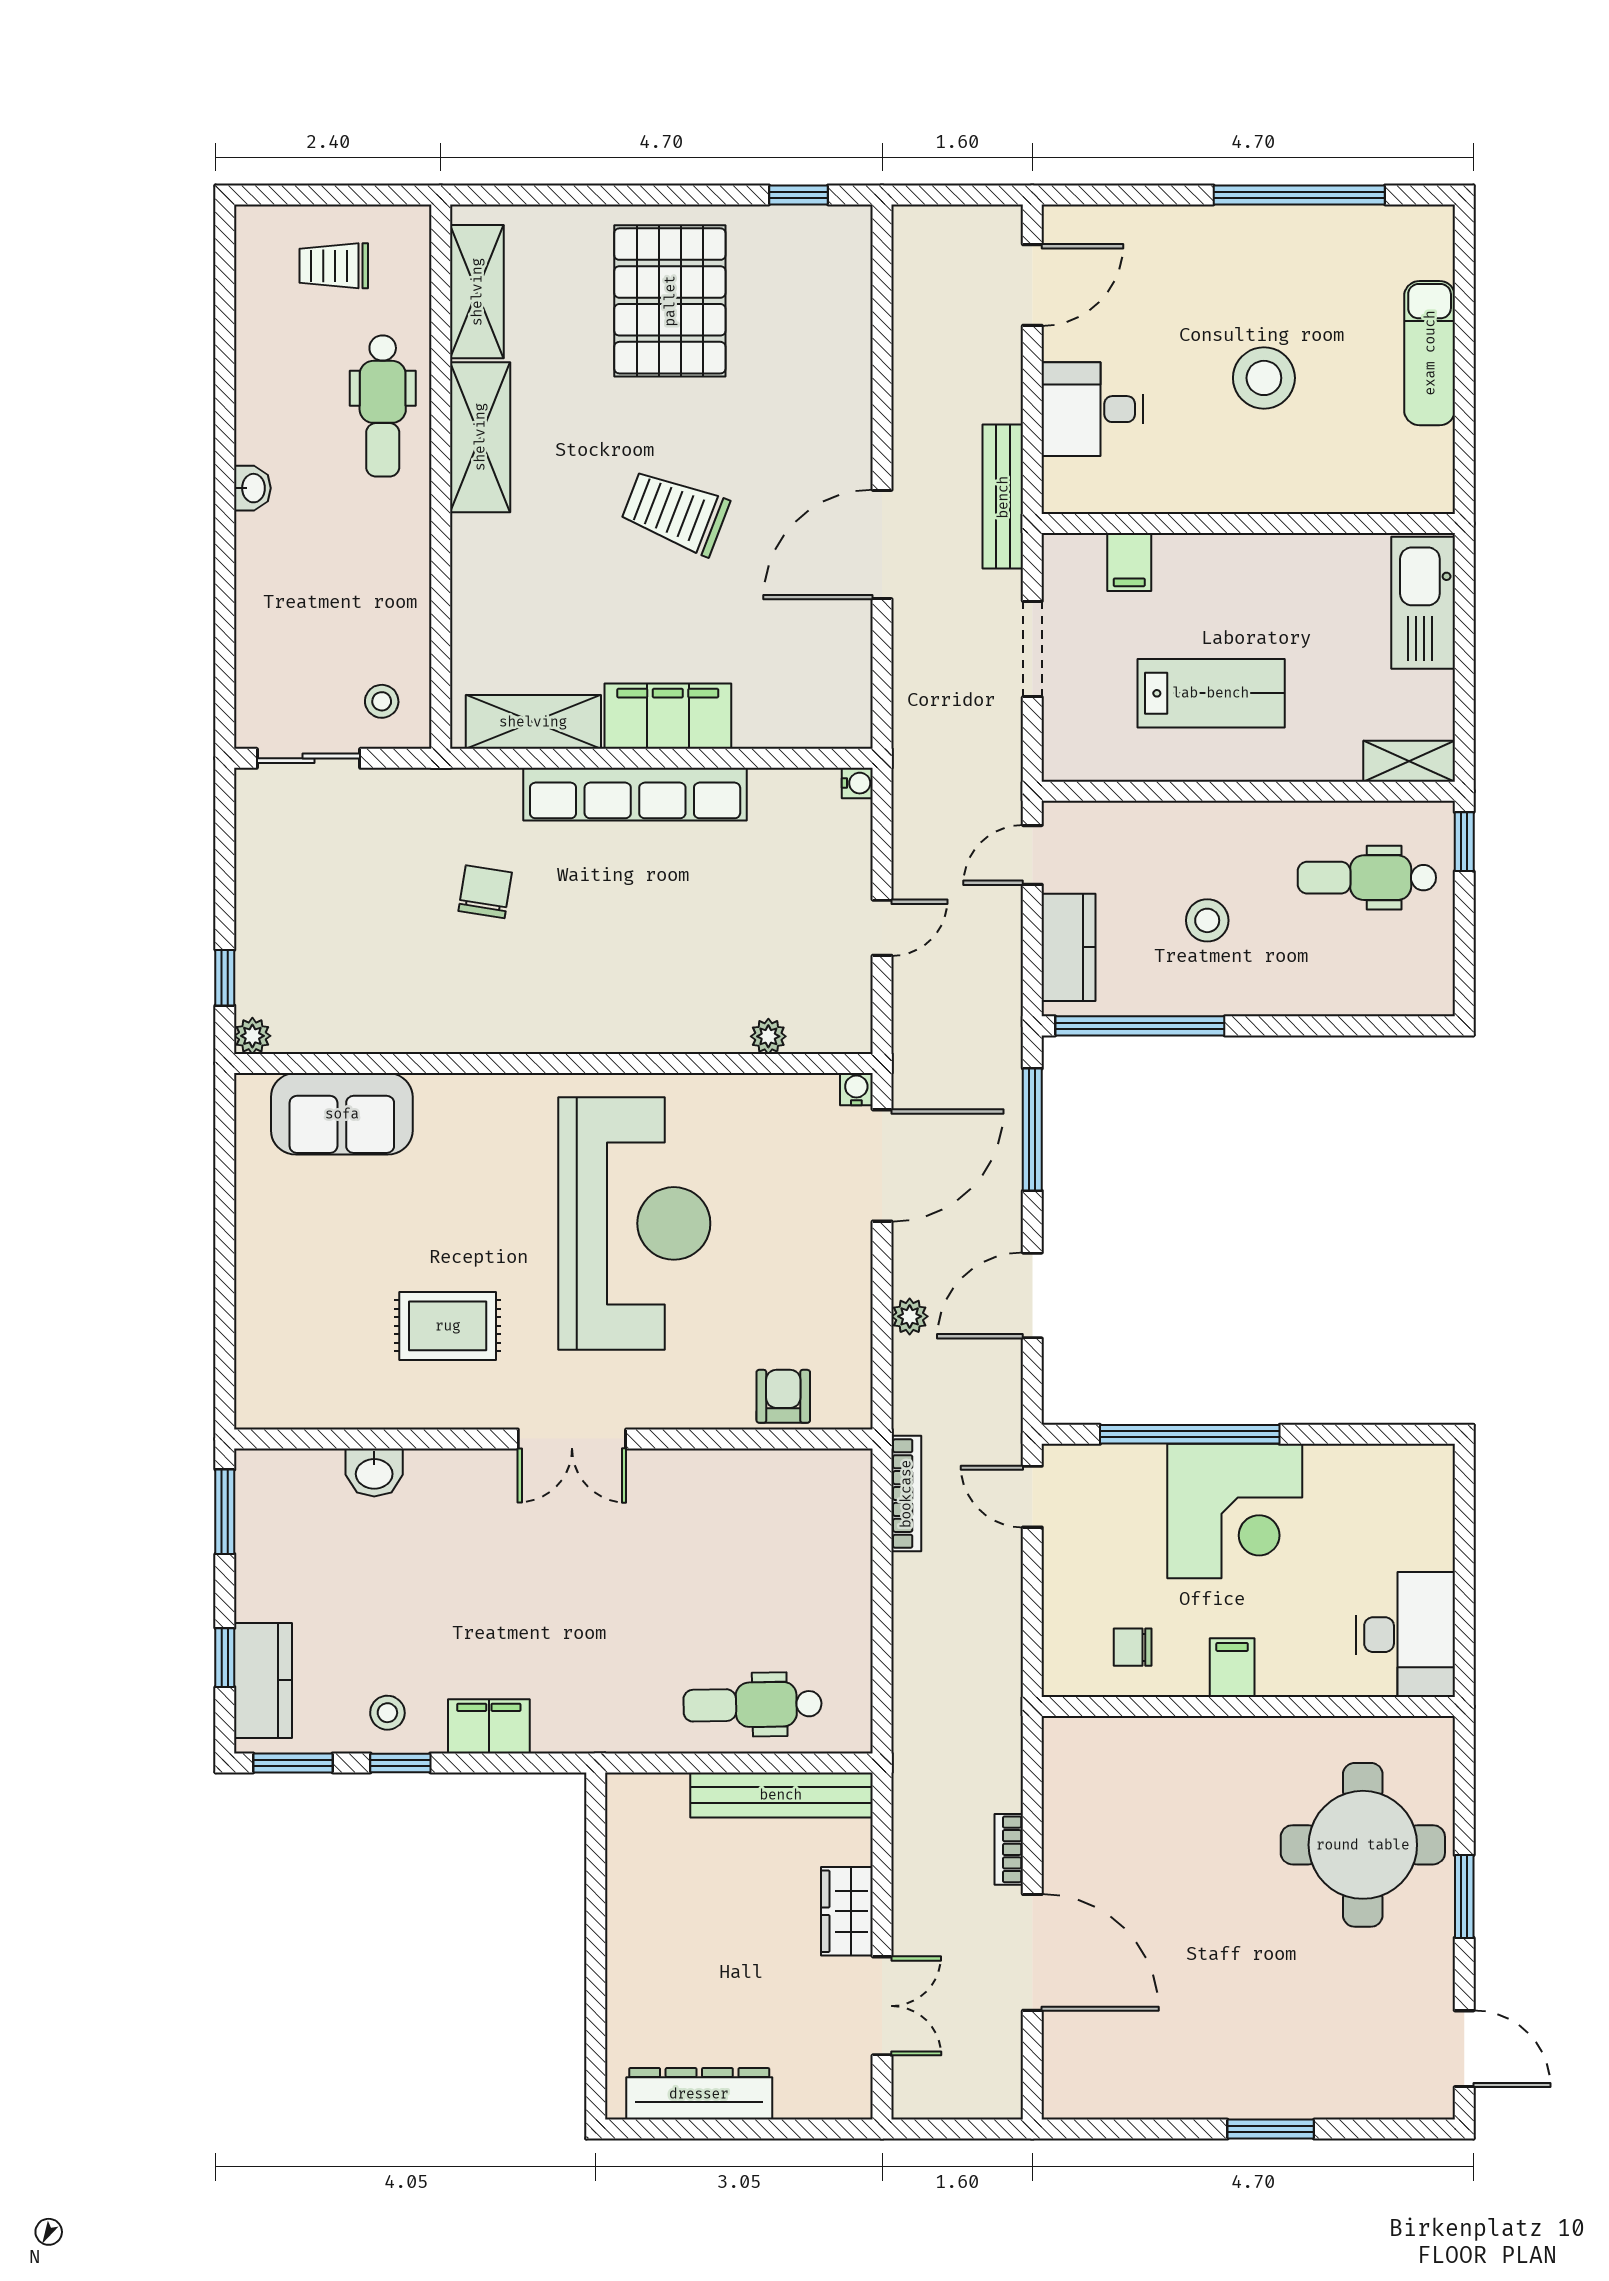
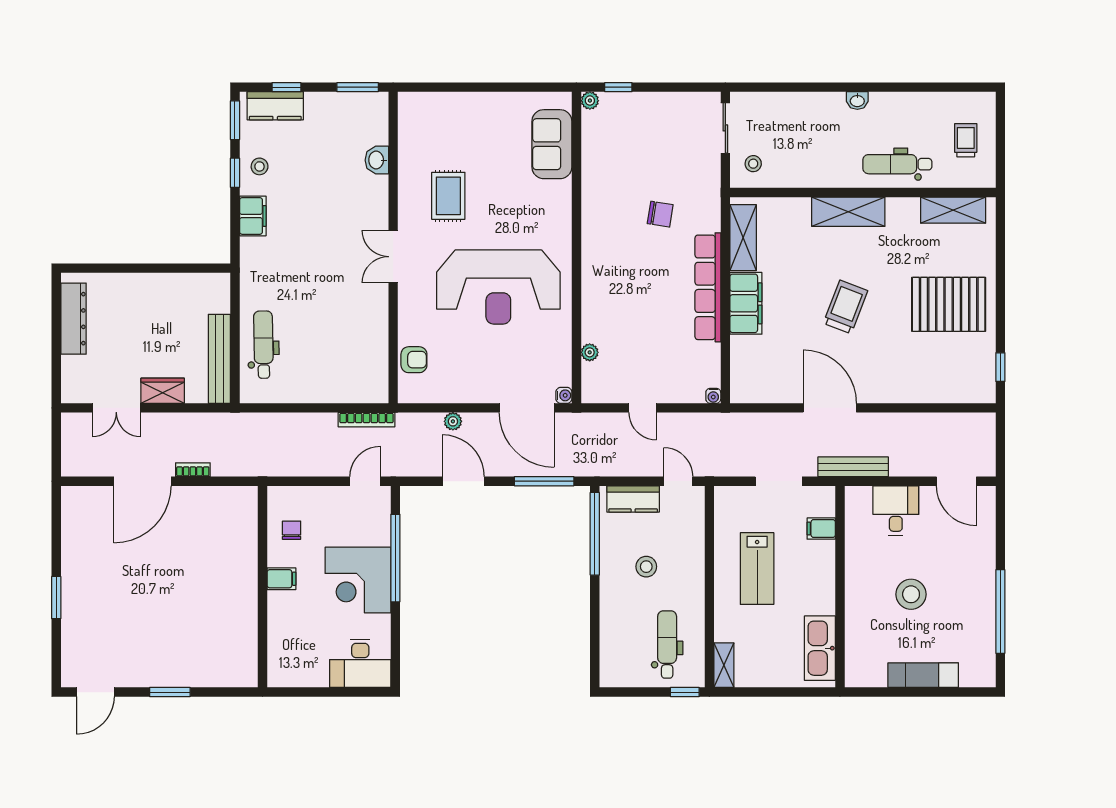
shelving: (480, 437) -> (848, 212), moved
kitchen sink: (1423, 603) -> (820, 648), moved, turned -90
desk: (1406, 1635) -> (360, 663), moved
round table: (1363, 1845) -> (195, 643), removed

